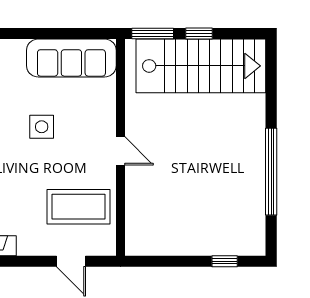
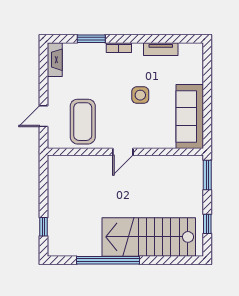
window: (199, 34) -> (207, 224), moved
stairs: (201, 66) -> (149, 237), moved, turned 90

